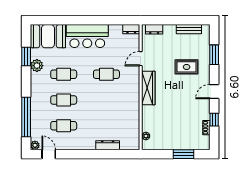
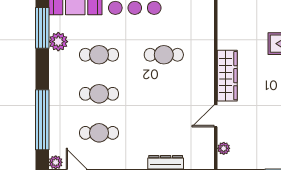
window: (26, 57) -> (42, 28), width x1.44
door: (141, 59) -> (216, 116), moved

